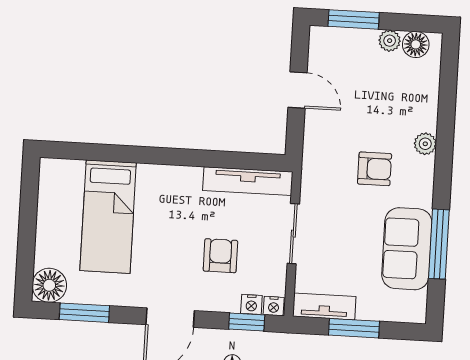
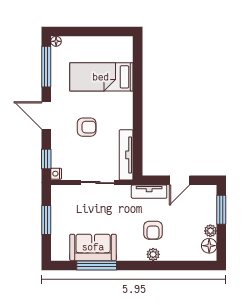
armchair: (375, 169) -> (153, 230), moved
armchair: (220, 256) -> (87, 127), moved
floor lamp: (49, 285) -> (56, 41), width x0.53, depth x0.53
nightstand: (251, 304) -> (56, 161), removed
tv unit: (324, 306) -> (149, 192), moved, turned 90
window: (84, 313) -> (46, 67), width x1.44

